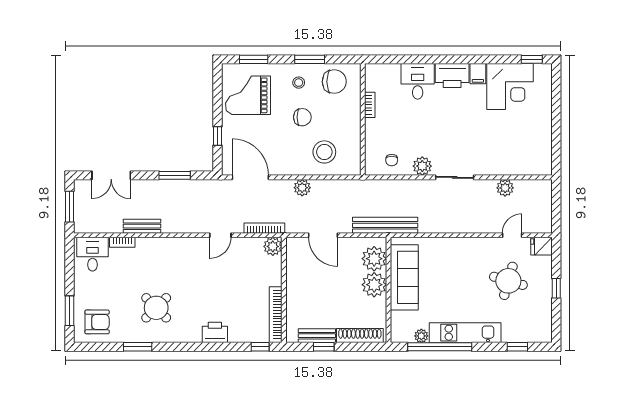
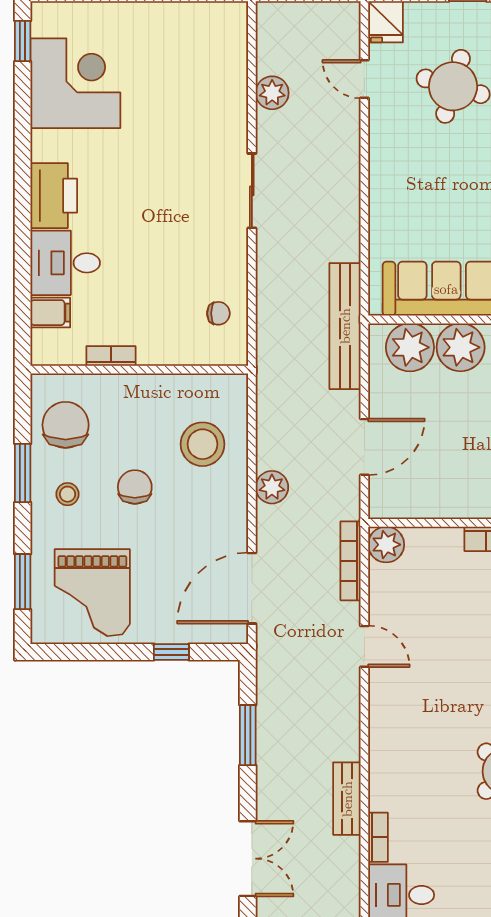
filing cabinet: (478, 74) -> (50, 313), moved
plant: (422, 166) -> (230, 254), removed

